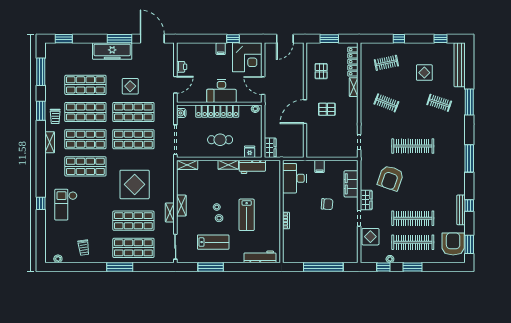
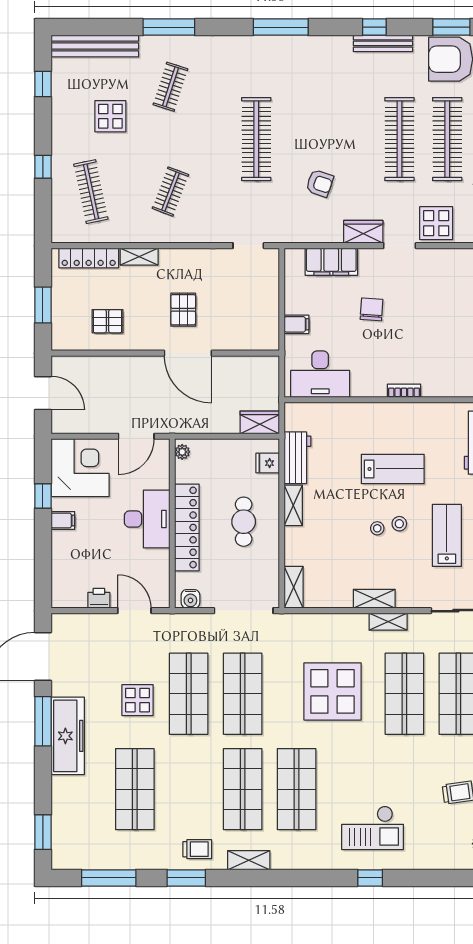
clothes rail: (386, 63) -> (91, 192), width x1.36
shop shelf: (85, 112) -> (189, 789), removed
armchair: (391, 178) -> (320, 183), width x0.53, depth x0.53

